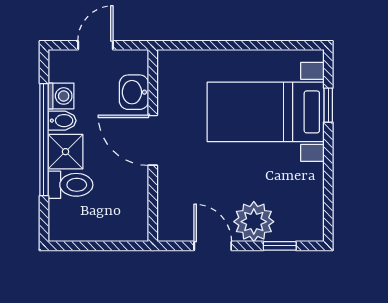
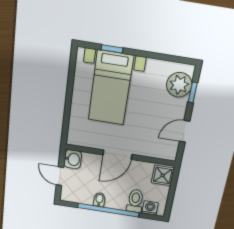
washbasin: (134, 92) -> (73, 159), moved, turned -90
washing machine: (61, 96) -> (150, 208), moved
shower: (65, 152) -> (163, 175), moved
plant: (254, 222) -> (179, 85), moved

